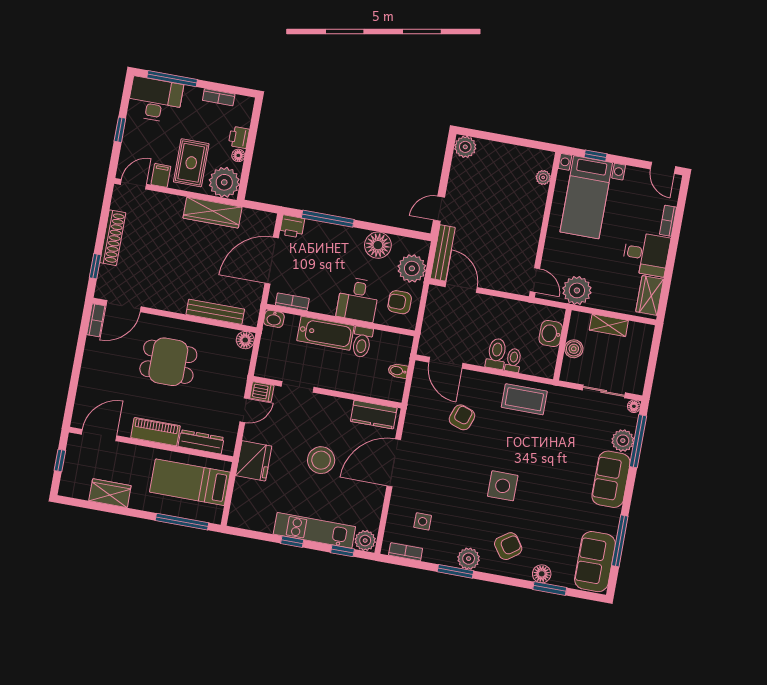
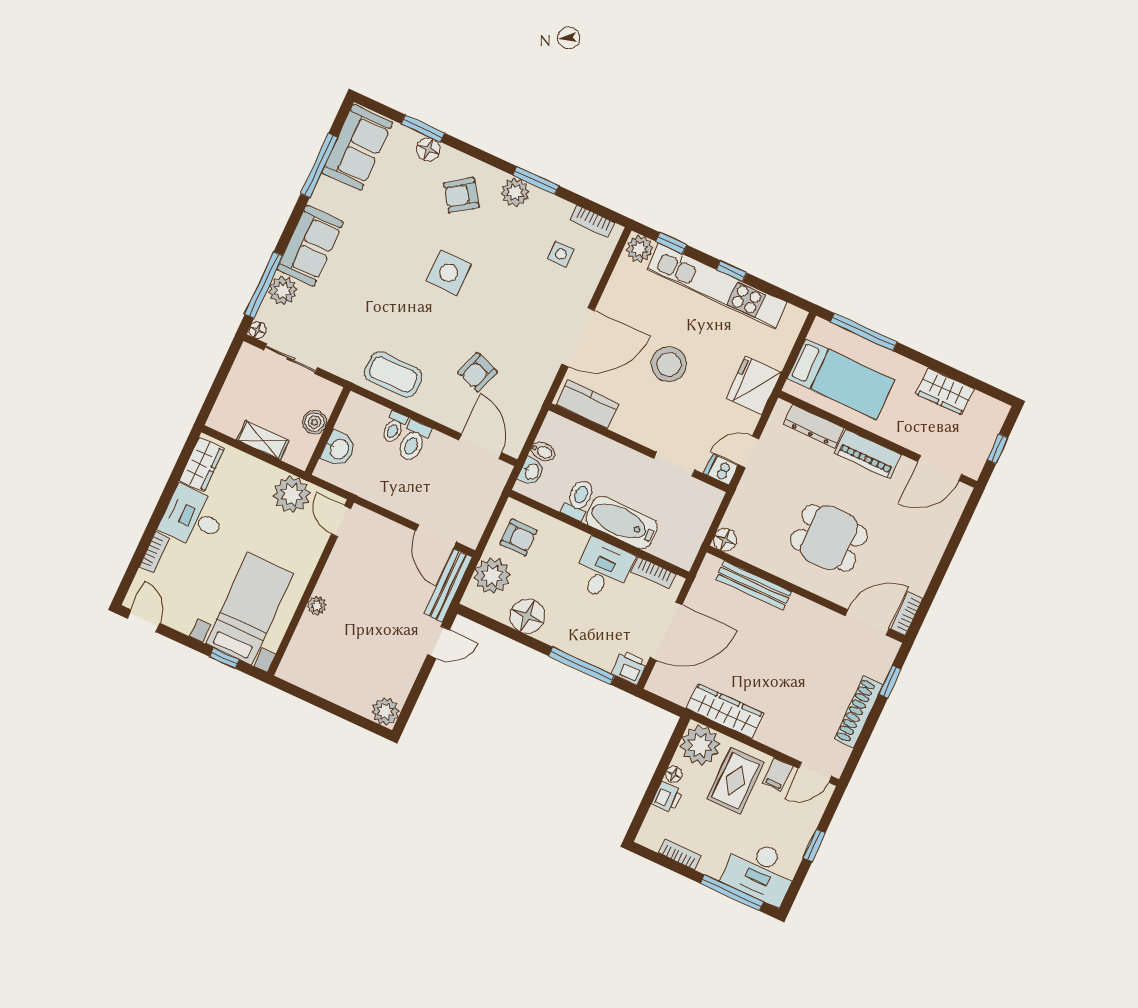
plant: (543, 177) -> (317, 606), moved
desk: (358, 300) -> (603, 569), moved
washbasin: (274, 319) -> (531, 472), moved, turned 90
kitchen unit: (314, 530) -> (717, 286), width x1.36

